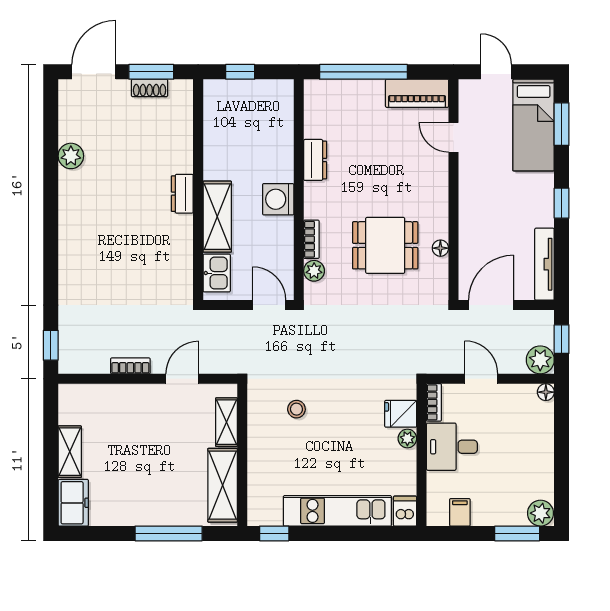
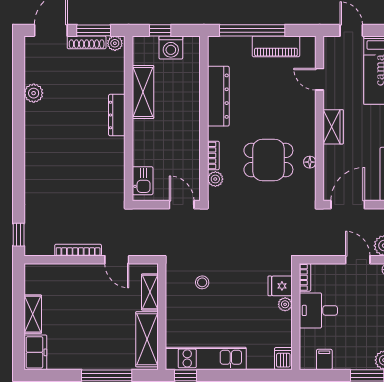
shoe rack: (150, 88) -> (87, 42), width x1.43
plant: (180, 89) -> (115, 43), added
piano: (417, 93) -> (276, 46), moved
dresser: (315, 160) -> (218, 96), width x1.96, depth x1.24
dresser: (182, 194) -> (117, 115), width x1.44
washing machine: (278, 199) -> (171, 47), moved, turned -90
wardrobe: (472, 201) -> (333, 127), added
shelving: (217, 217) -> (143, 92), moved
bookcase: (130, 366) -> (78, 250), width x1.56
door: (182, 379) -> (117, 260), swing flipped
door: (481, 379) -> (358, 260), moved
kitchen unit: (337, 511) -> (206, 358), moved

